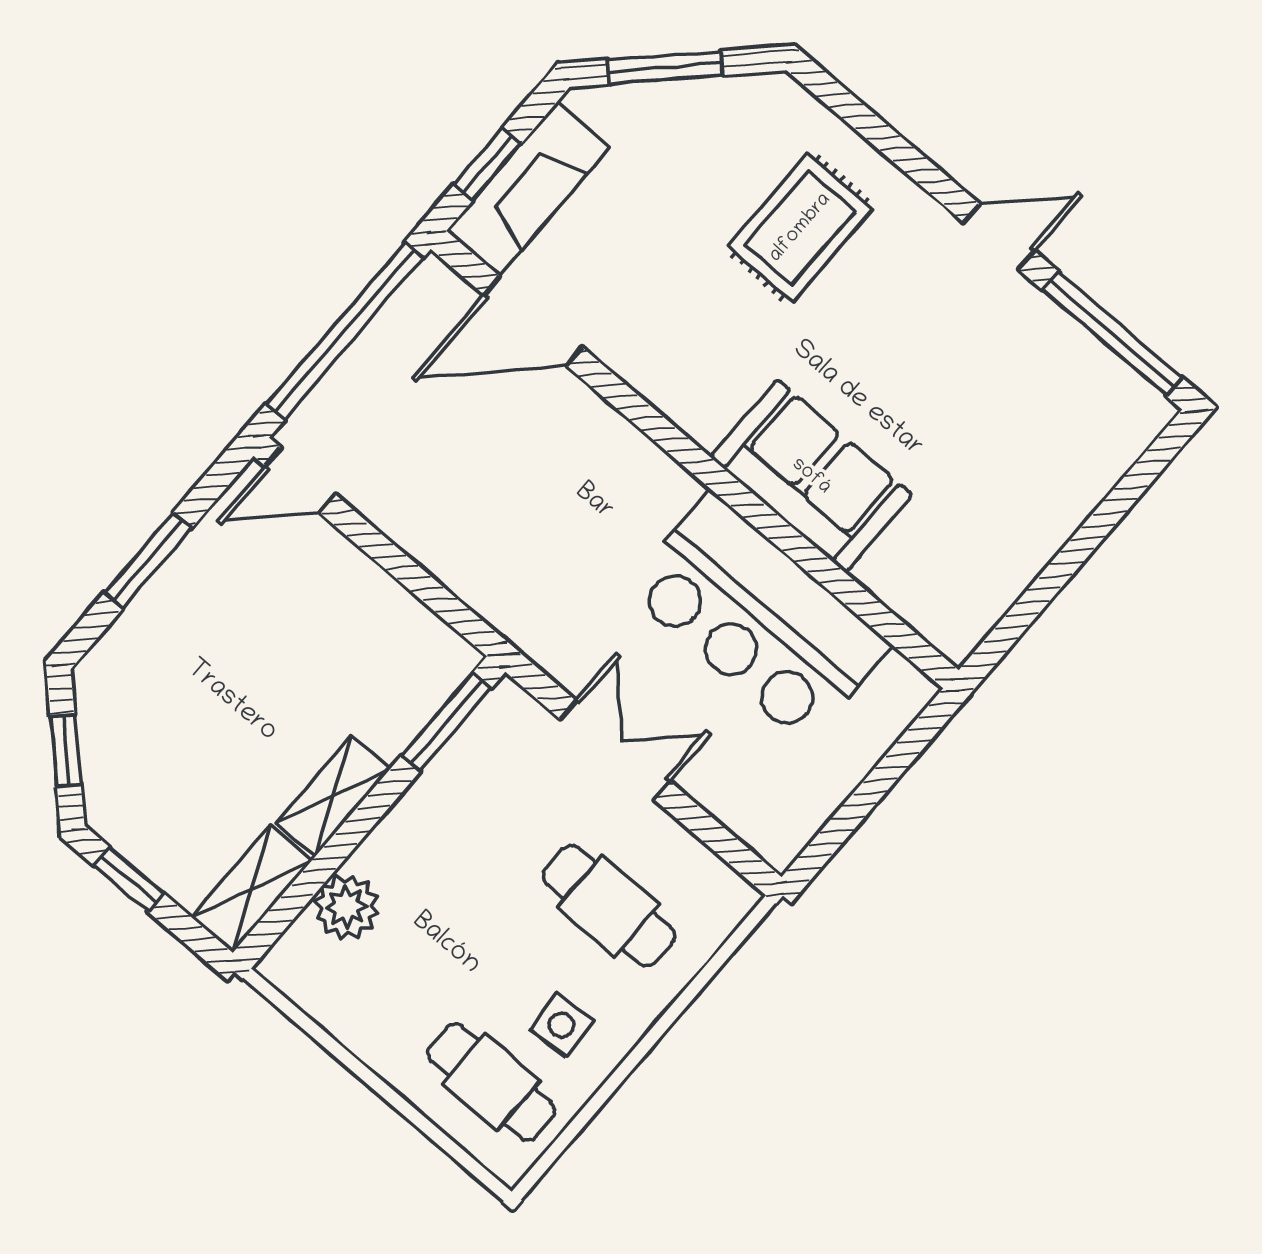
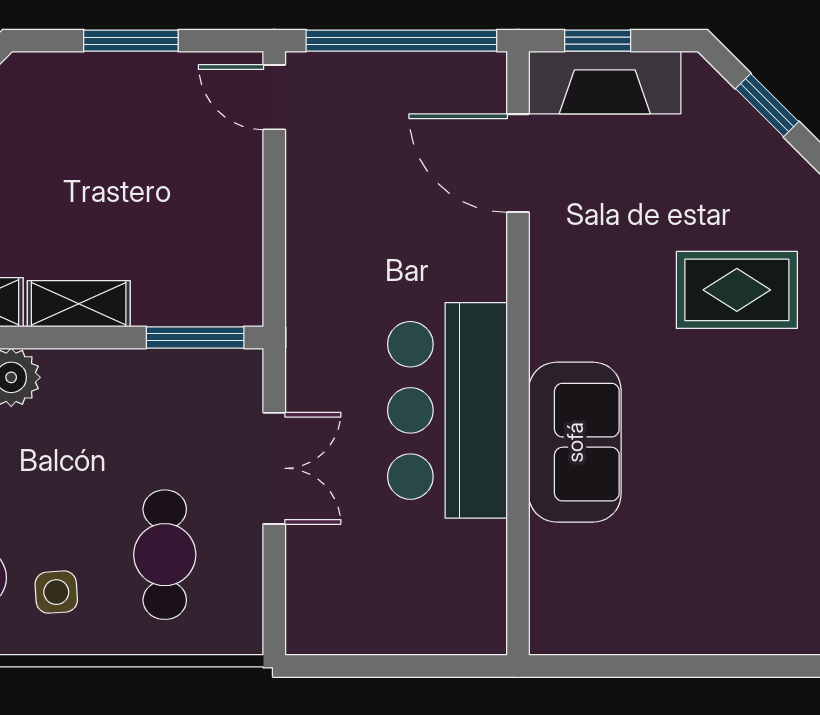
window: (665, 68) -> (767, 105), width x0.67
bar counter: (758, 618) -> (448, 410), moved

